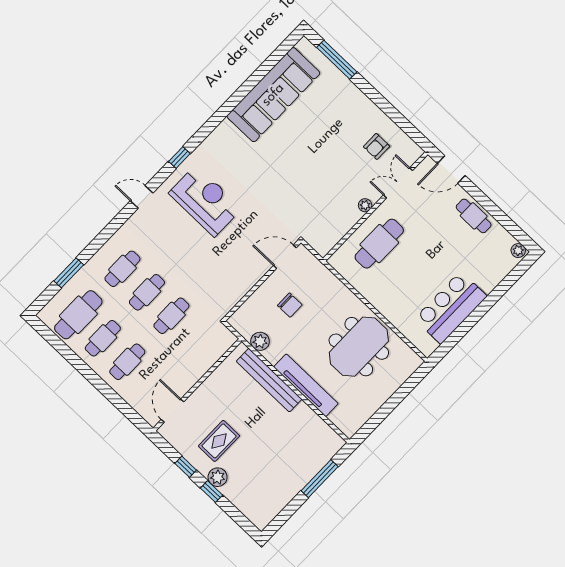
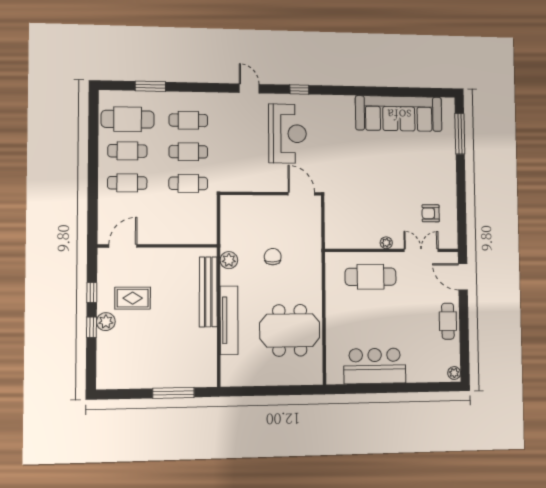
door: (285, 257) -> (301, 194), moved
wall: (262, 280) -> (271, 194), moved
chair: (290, 305) -> (273, 257), turned 180

